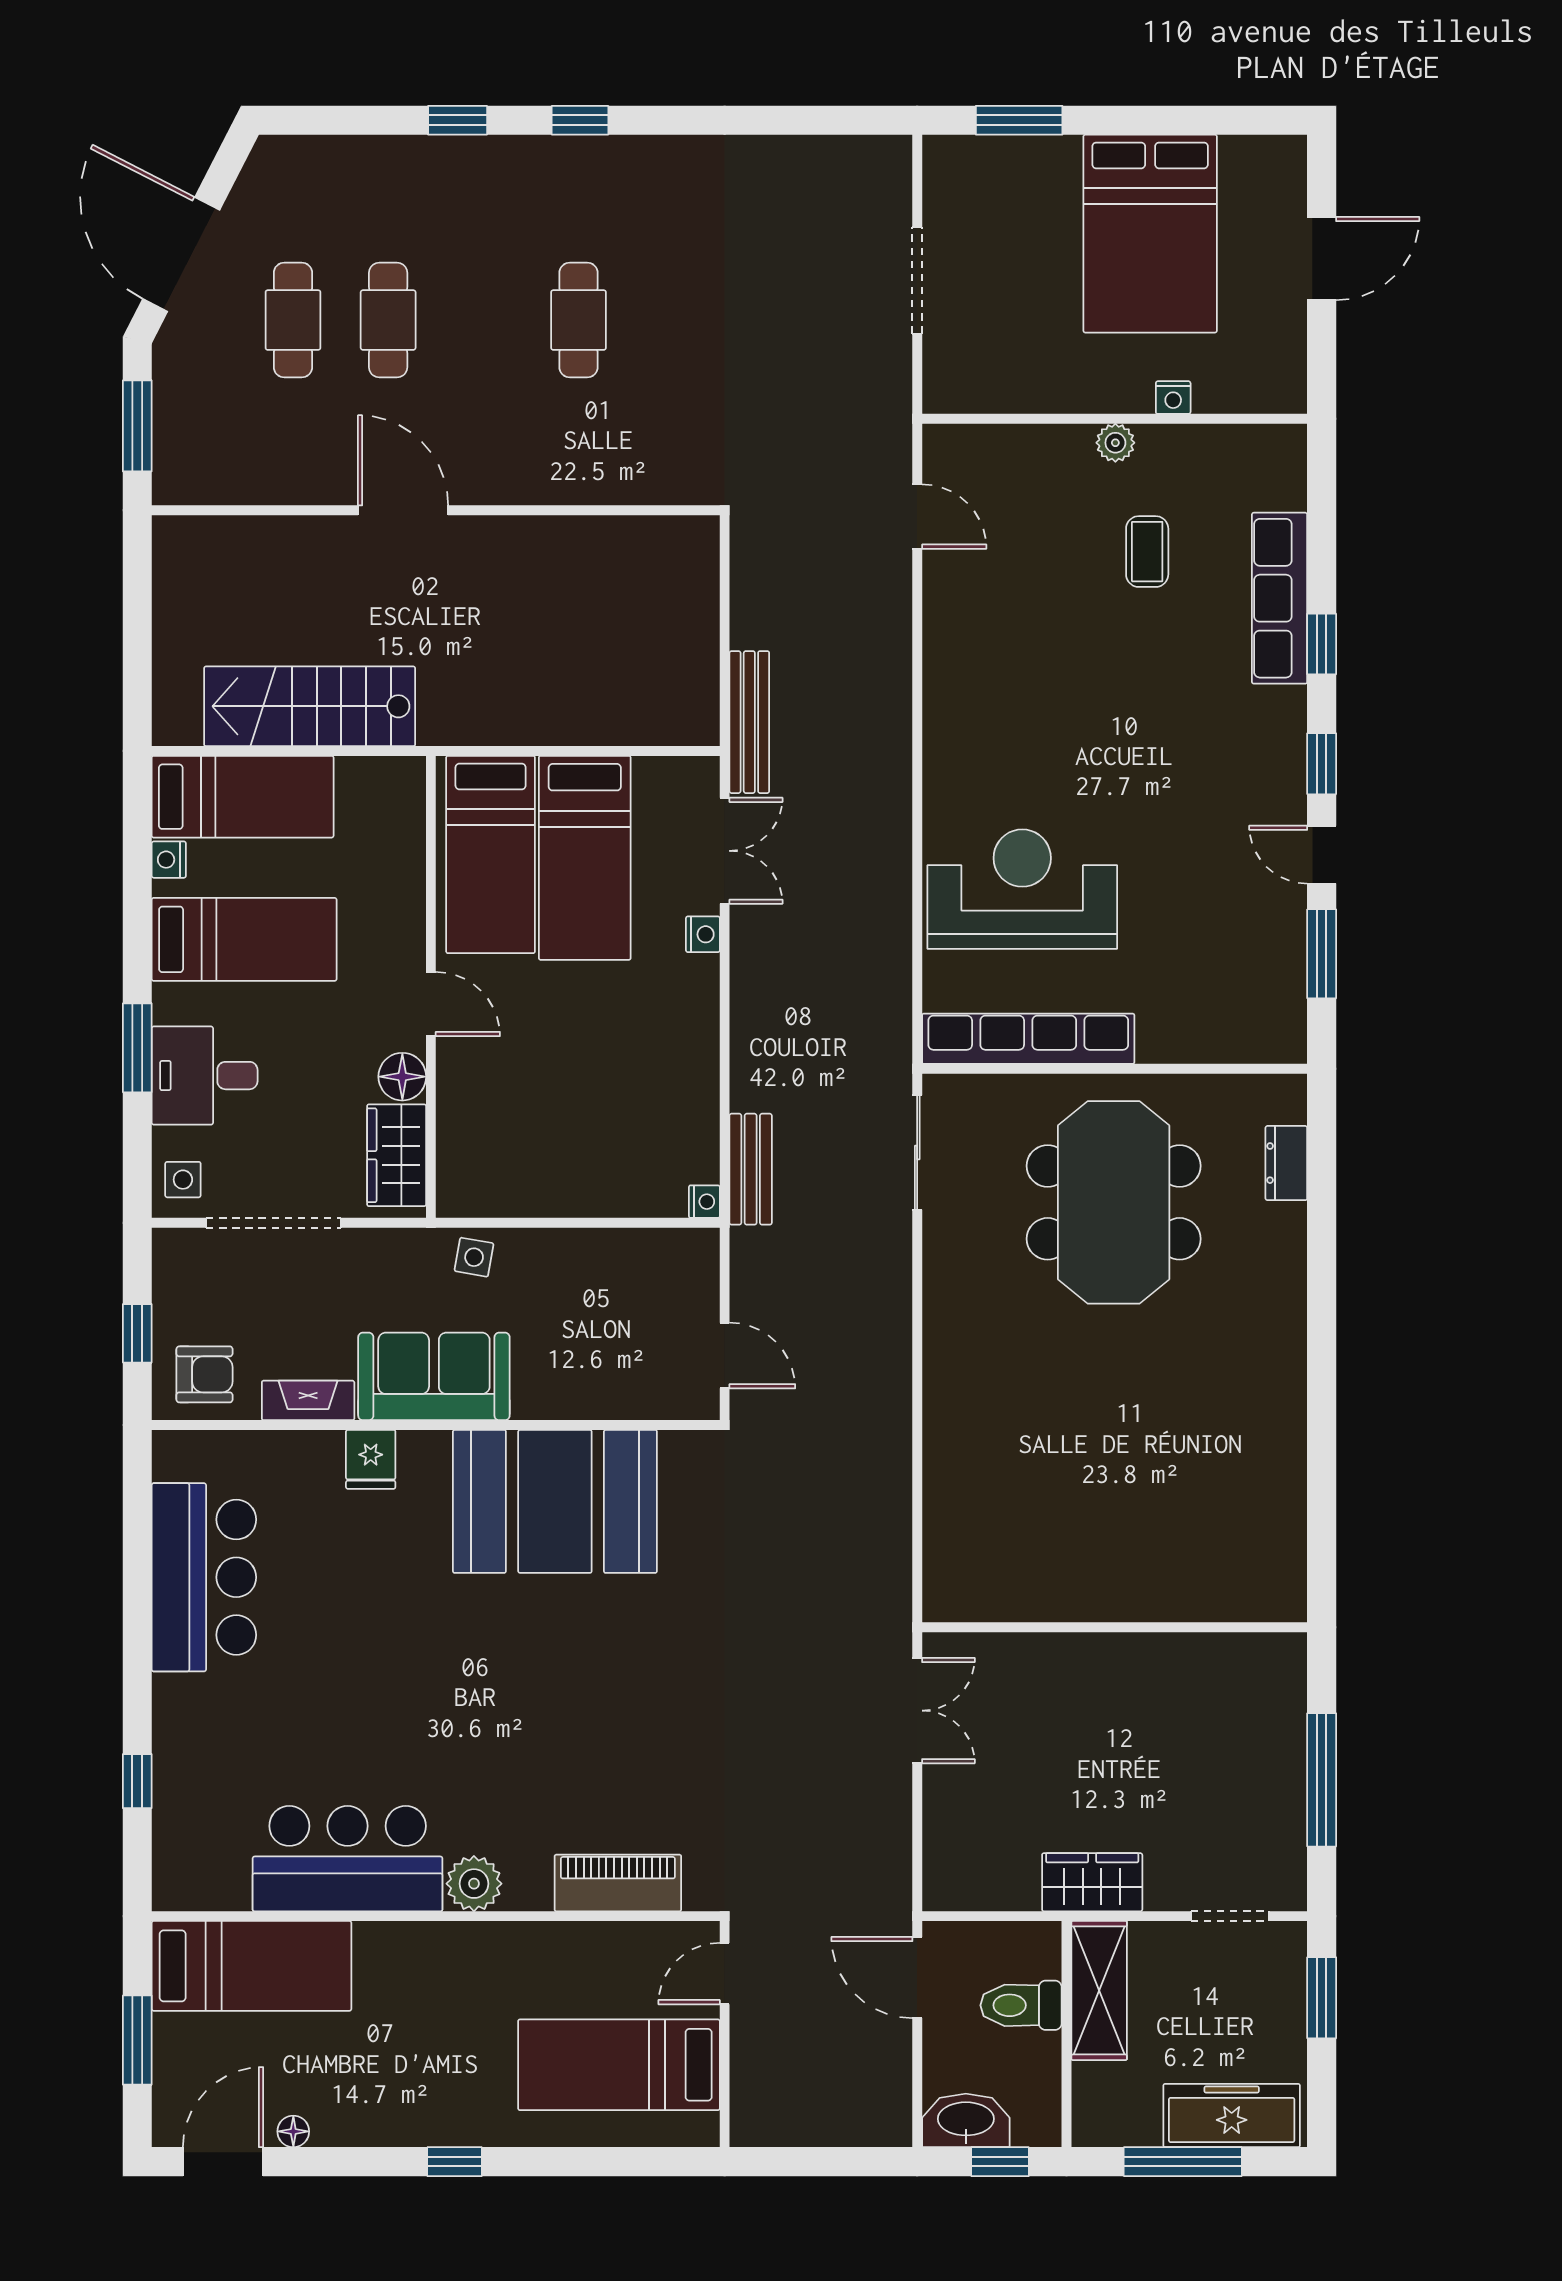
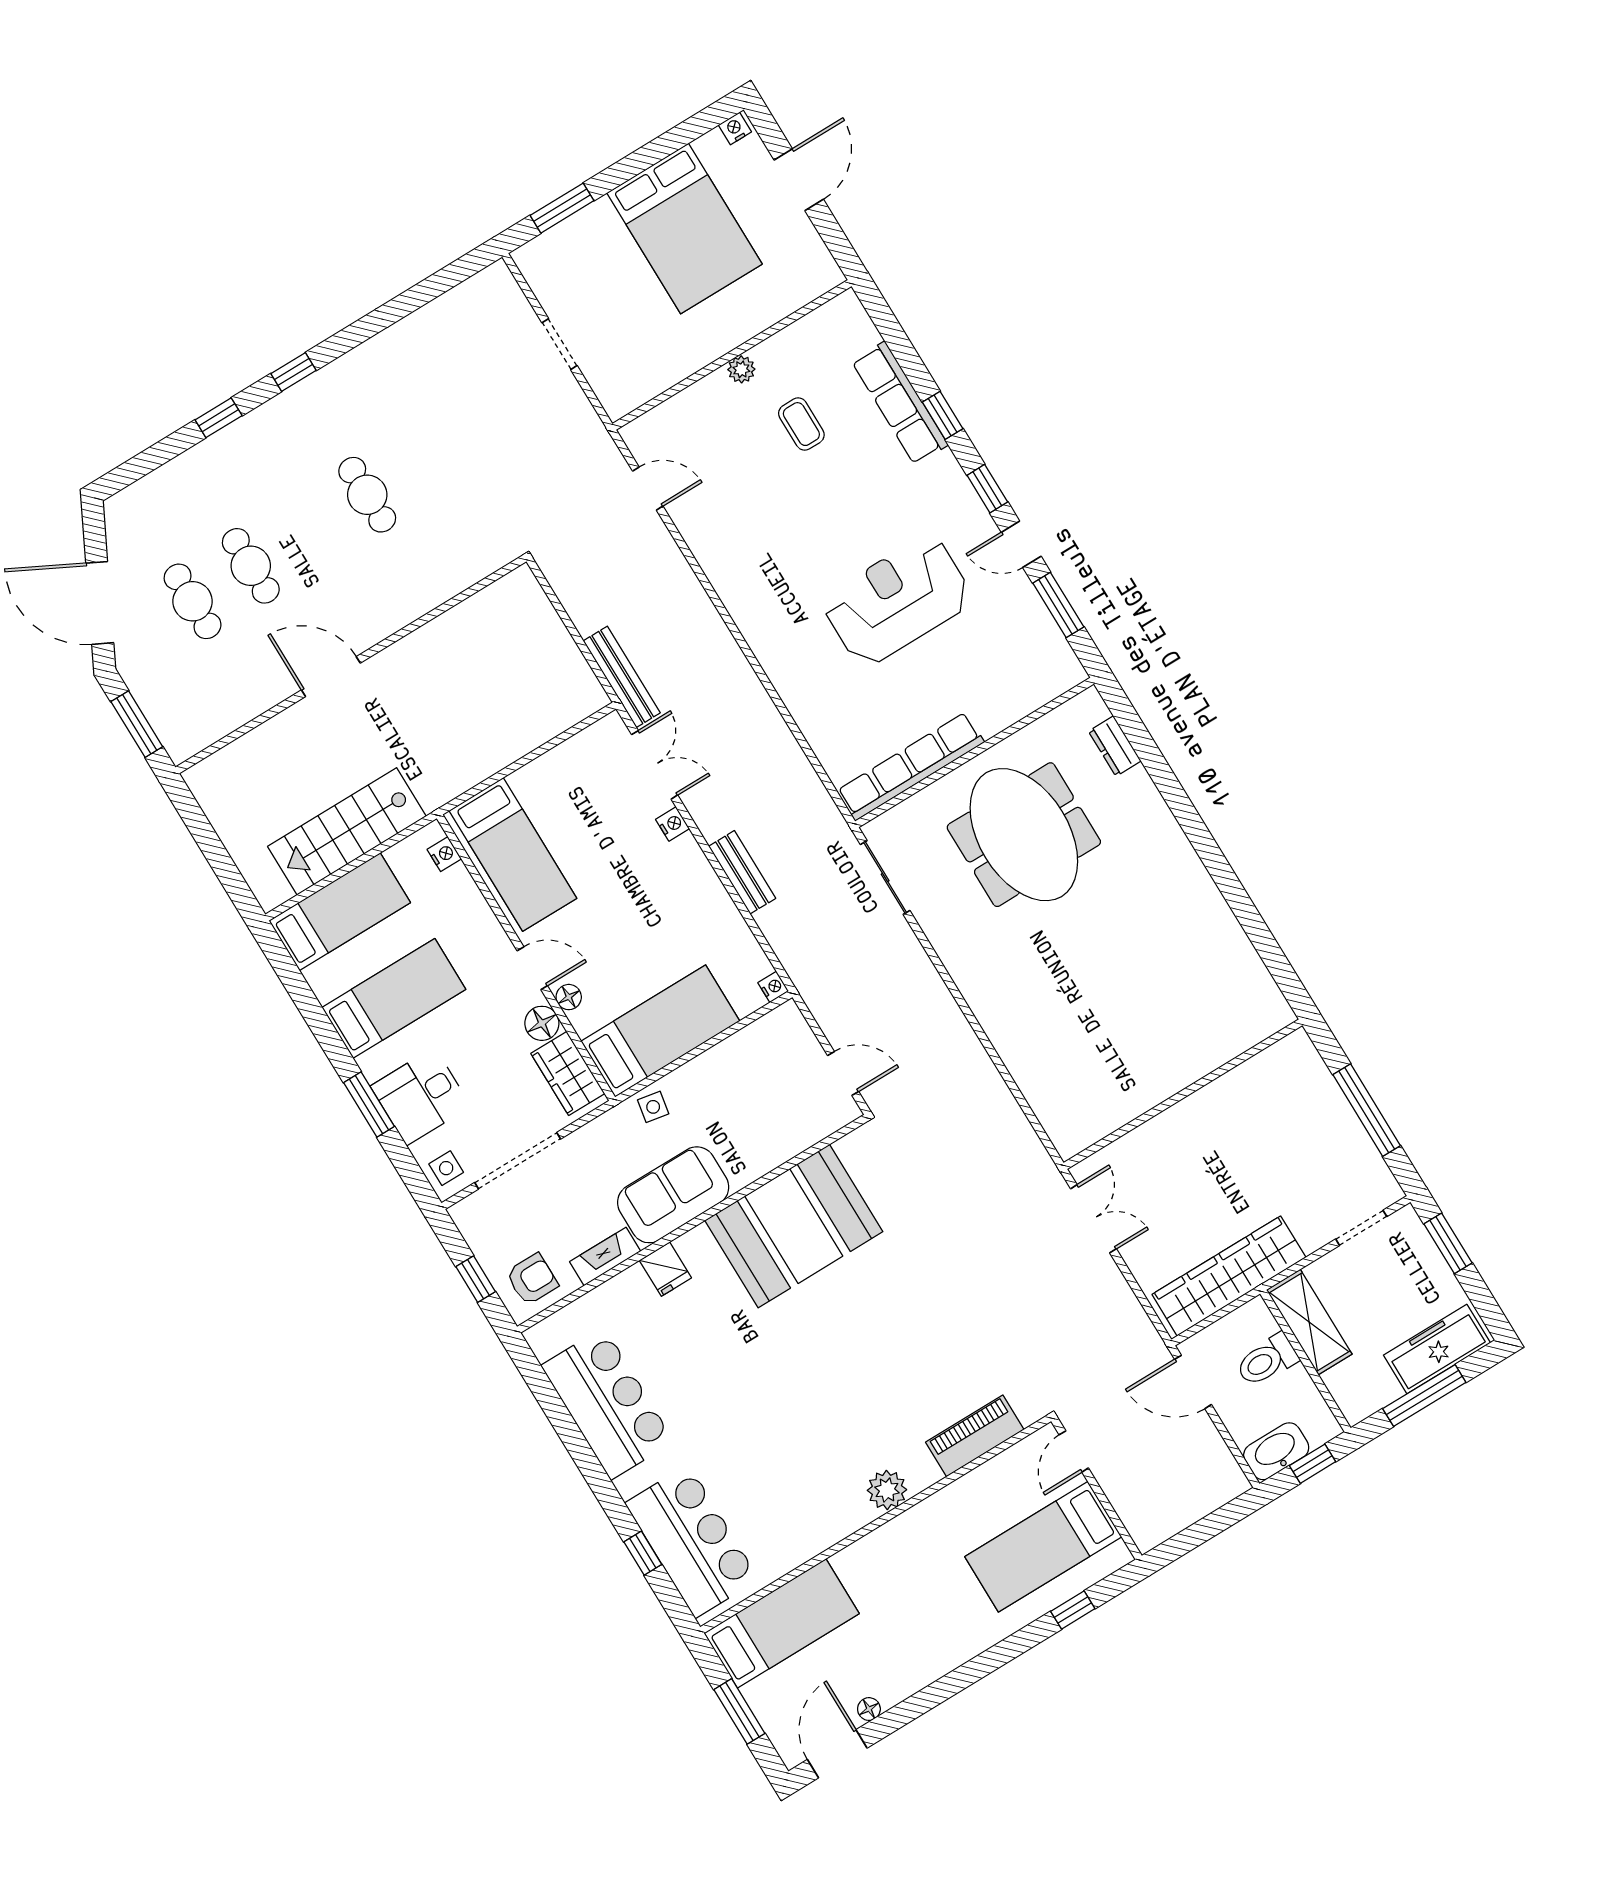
doorway: (917, 281) -> (560, 344), width x0.73
nightstand: (1173, 398) -> (735, 128), moved, turned 180
bed: (585, 858) -> (660, 1031), moved, turned -90
nightstand: (169, 860) -> (444, 854), moved, turned 180
reception desk: (1022, 889) -> (897, 600), moved
floor lamp: (453, 1065) -> (569, 997), added
bench: (751, 1169) -> (742, 872), moved
bar counter: (348, 1859) -> (692, 1541), moved, turned 90
wardrobe: (1092, 1882) -> (1229, 1276), width x2.10, depth x1.17
window: (455, 2162) -> (1073, 1610), moved

